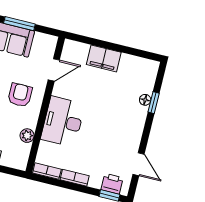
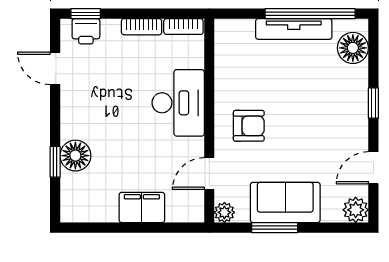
armchair: (20, 95) -> (249, 126), turned -90
floor lamp: (145, 100) -> (75, 156), width x1.89, depth x1.89
plant: (27, 136) -> (224, 212), moved

